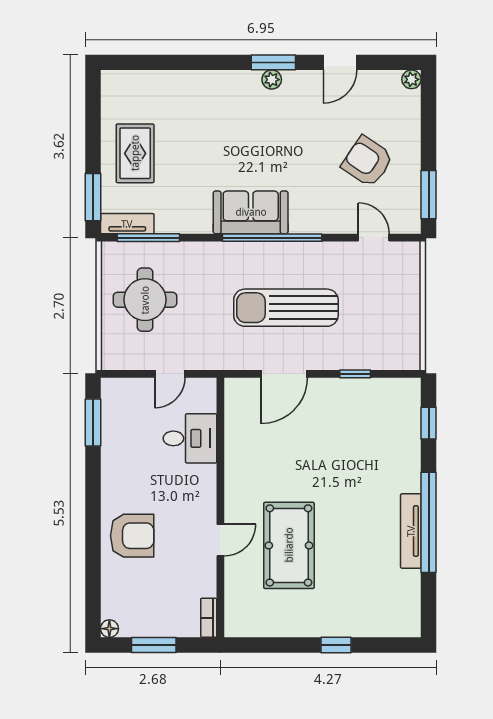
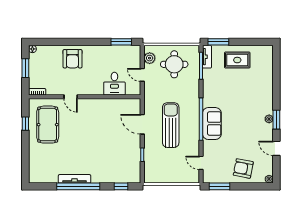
armchair: (367, 161) -> (243, 168), moved, turned -113
sofa: (251, 212) -> (212, 124), moved
door: (374, 238) -> (201, 163), swing flipped
plant: (130, 357) -> (150, 58), added
pool table: (289, 545) -> (48, 125), moved, turned 90
window: (336, 645) -> (25, 124), moved

